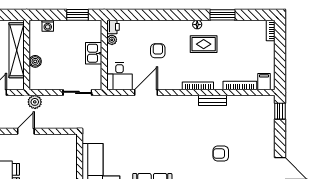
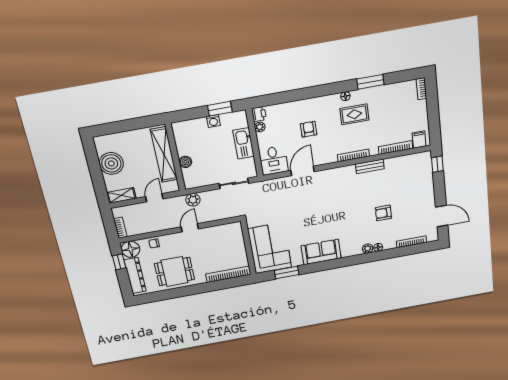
washing machine: (48, 26) -> (213, 121), moved
kitchen sink: (94, 53) -> (244, 143), width x1.38

